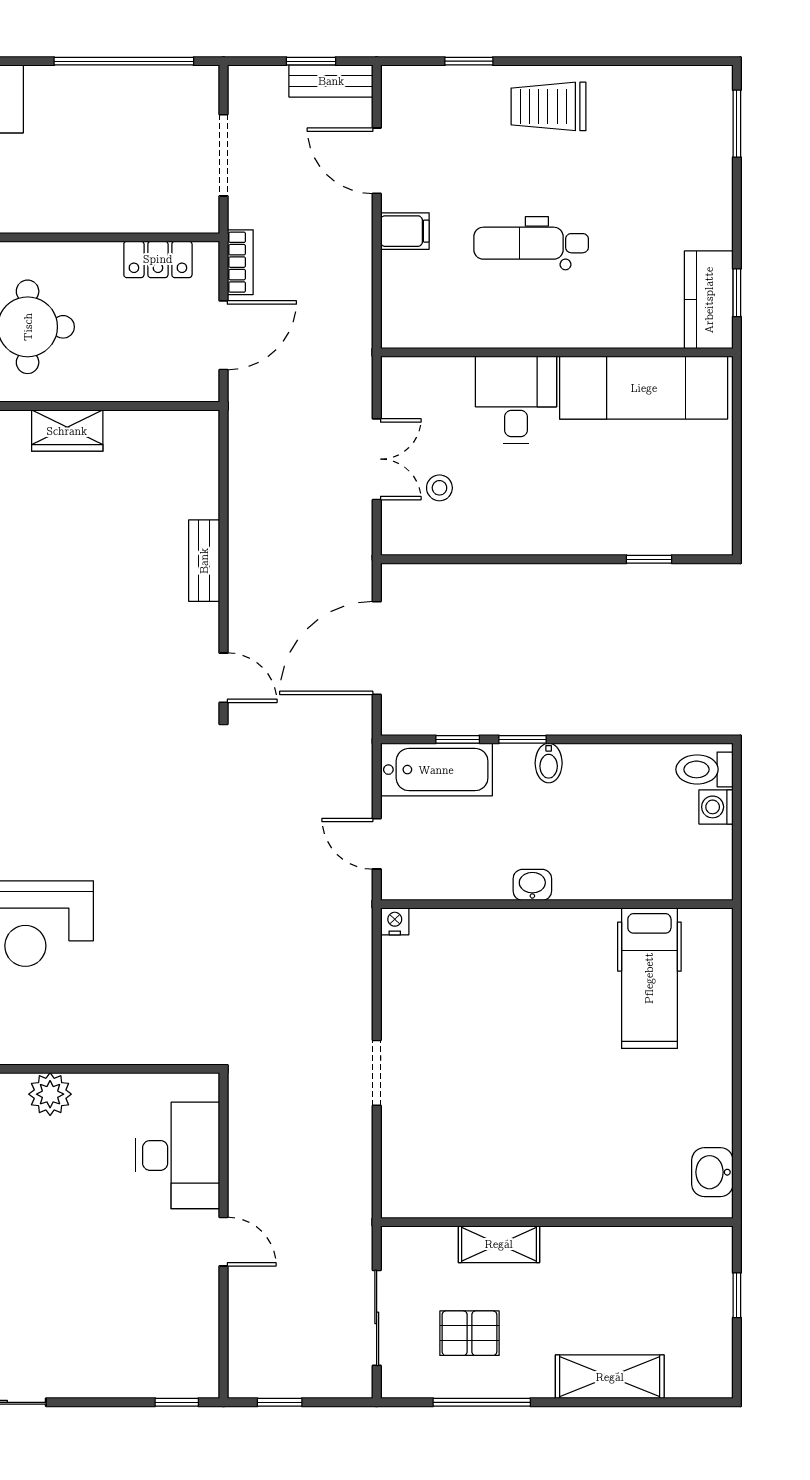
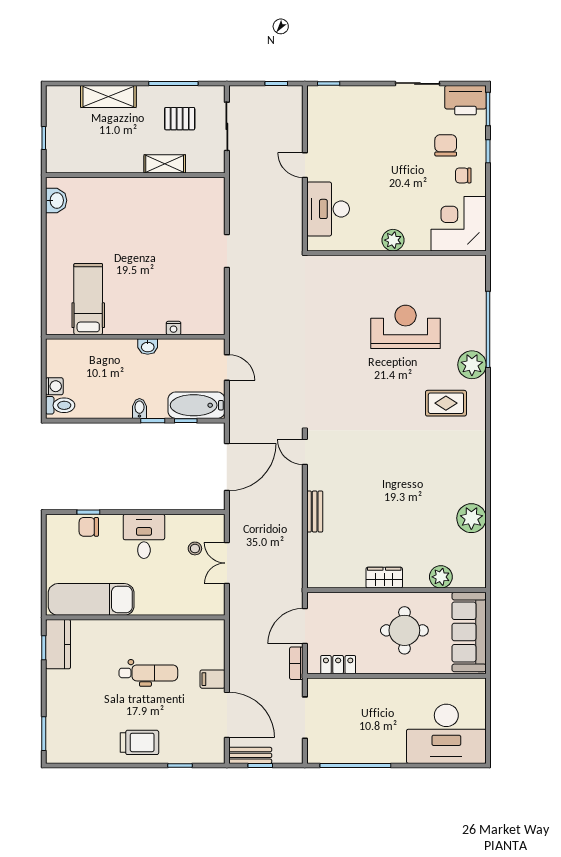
door: (377, 161) -> (227, 715), width x1.36
desk: (516, 400) -> (144, 536), moved, turned 180
chair: (648, 530) -> (89, 527), added
nightstand: (395, 921) -> (174, 328), moved

